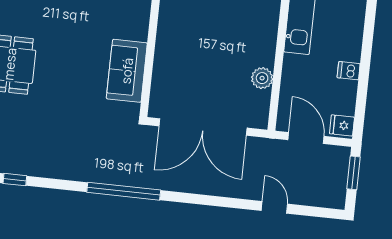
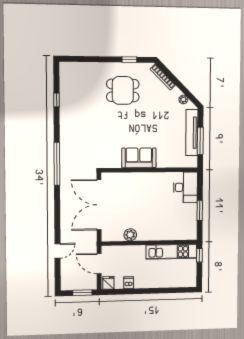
sofa: (127, 71) -> (139, 158), moved
dishwasher: (349, 71) -> (129, 283), moved
door: (306, 138) -> (99, 264), swing flipped

